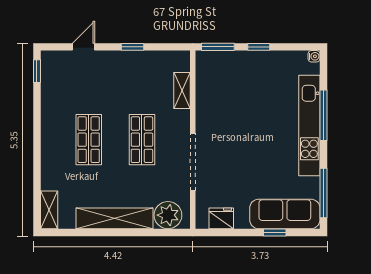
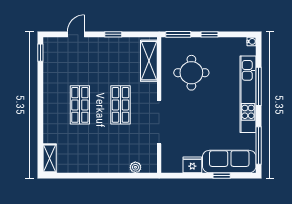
shelving: (182, 91) -> (149, 61), width x1.50, depth x1.33
round table: (235, 97) -> (191, 73), added
plant: (168, 215) -> (135, 167), width x0.53, depth x0.53
shelving: (115, 218) -> (100, 165), removed
fridge: (221, 218) -> (192, 165), moved

